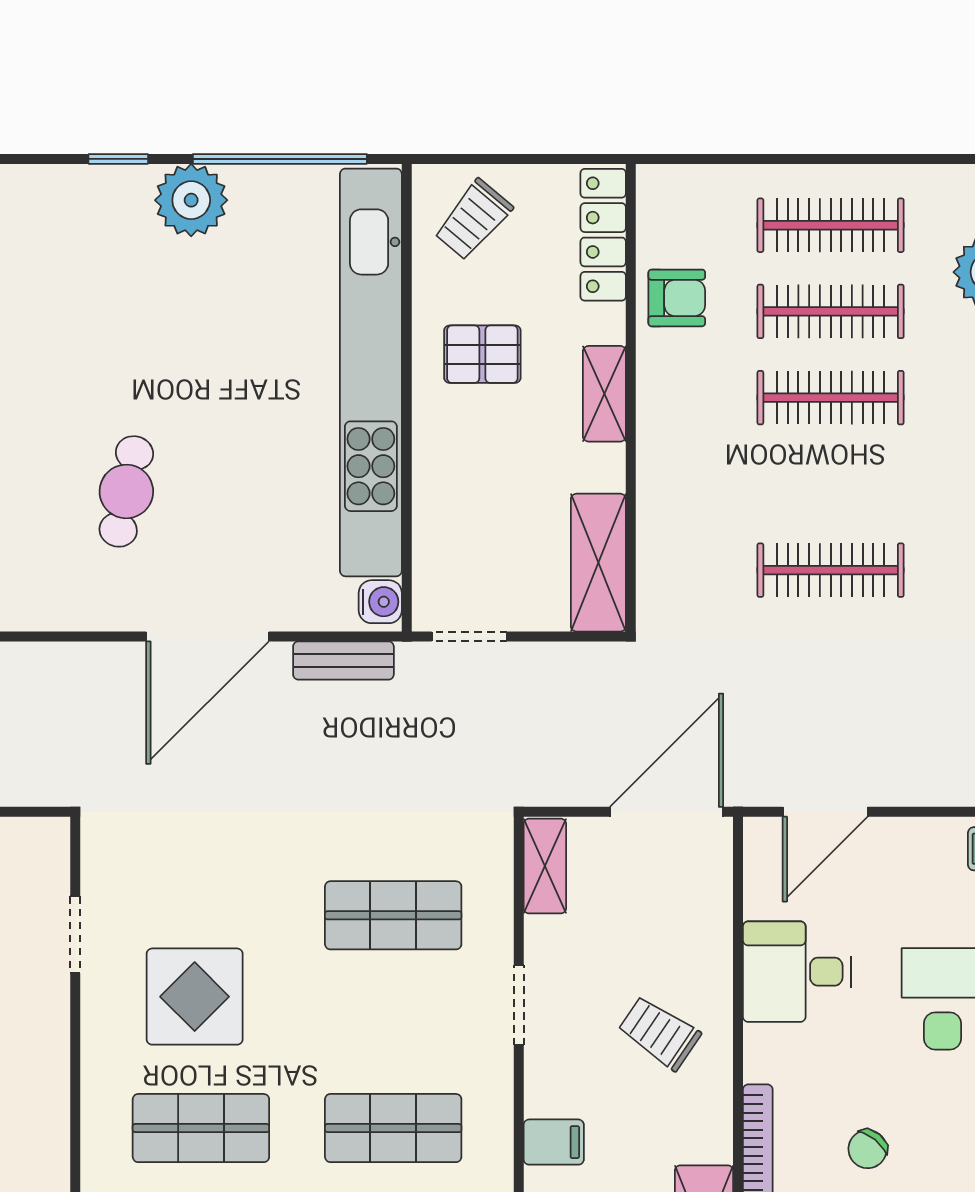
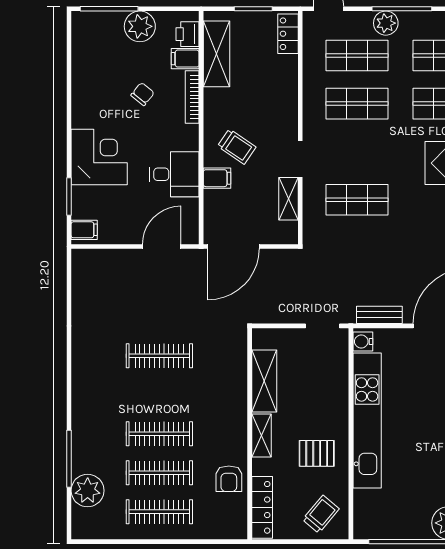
armchair: (677, 298) -> (229, 479), turned -90
kitchen unit: (371, 372) -> (367, 421), width x0.73
shelving: (598, 563) -> (264, 381), moved
shelving: (545, 866) -> (288, 199), moved
filing cabinet: (554, 1142) -> (217, 178), moved, turned 180

